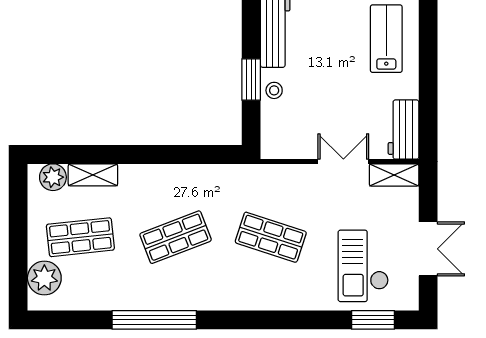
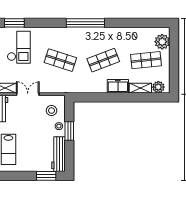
stool: (290, 125) -> (51, 111), added
double door: (343, 161) -> (28, 94), swing flipped
freezer: (143, 179) -> (118, 86), added
window: (154, 320) -> (85, 23), moved

